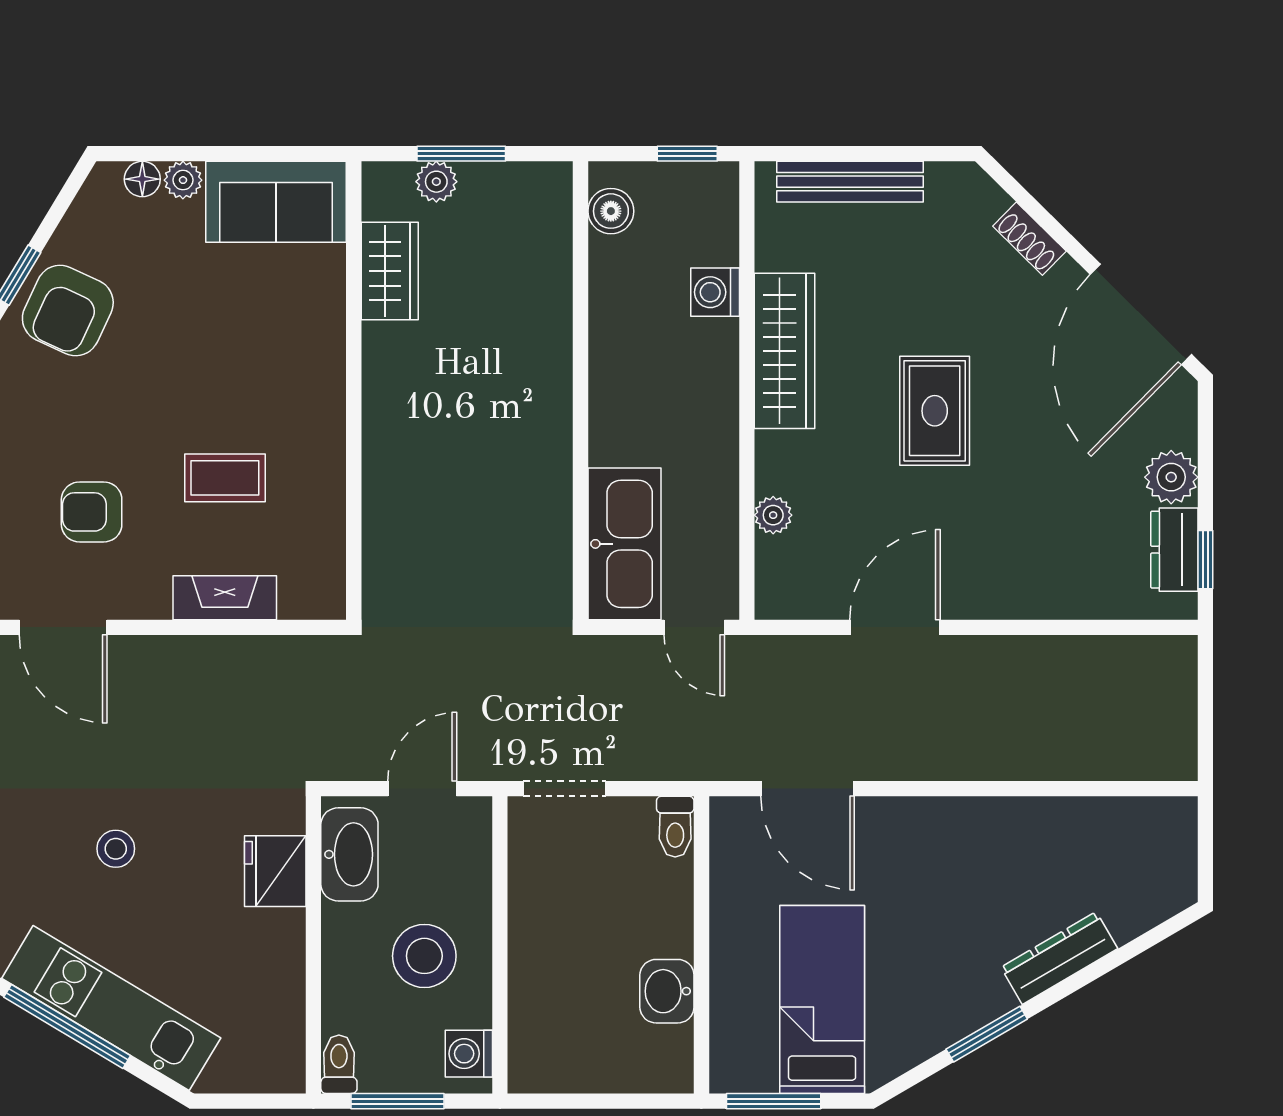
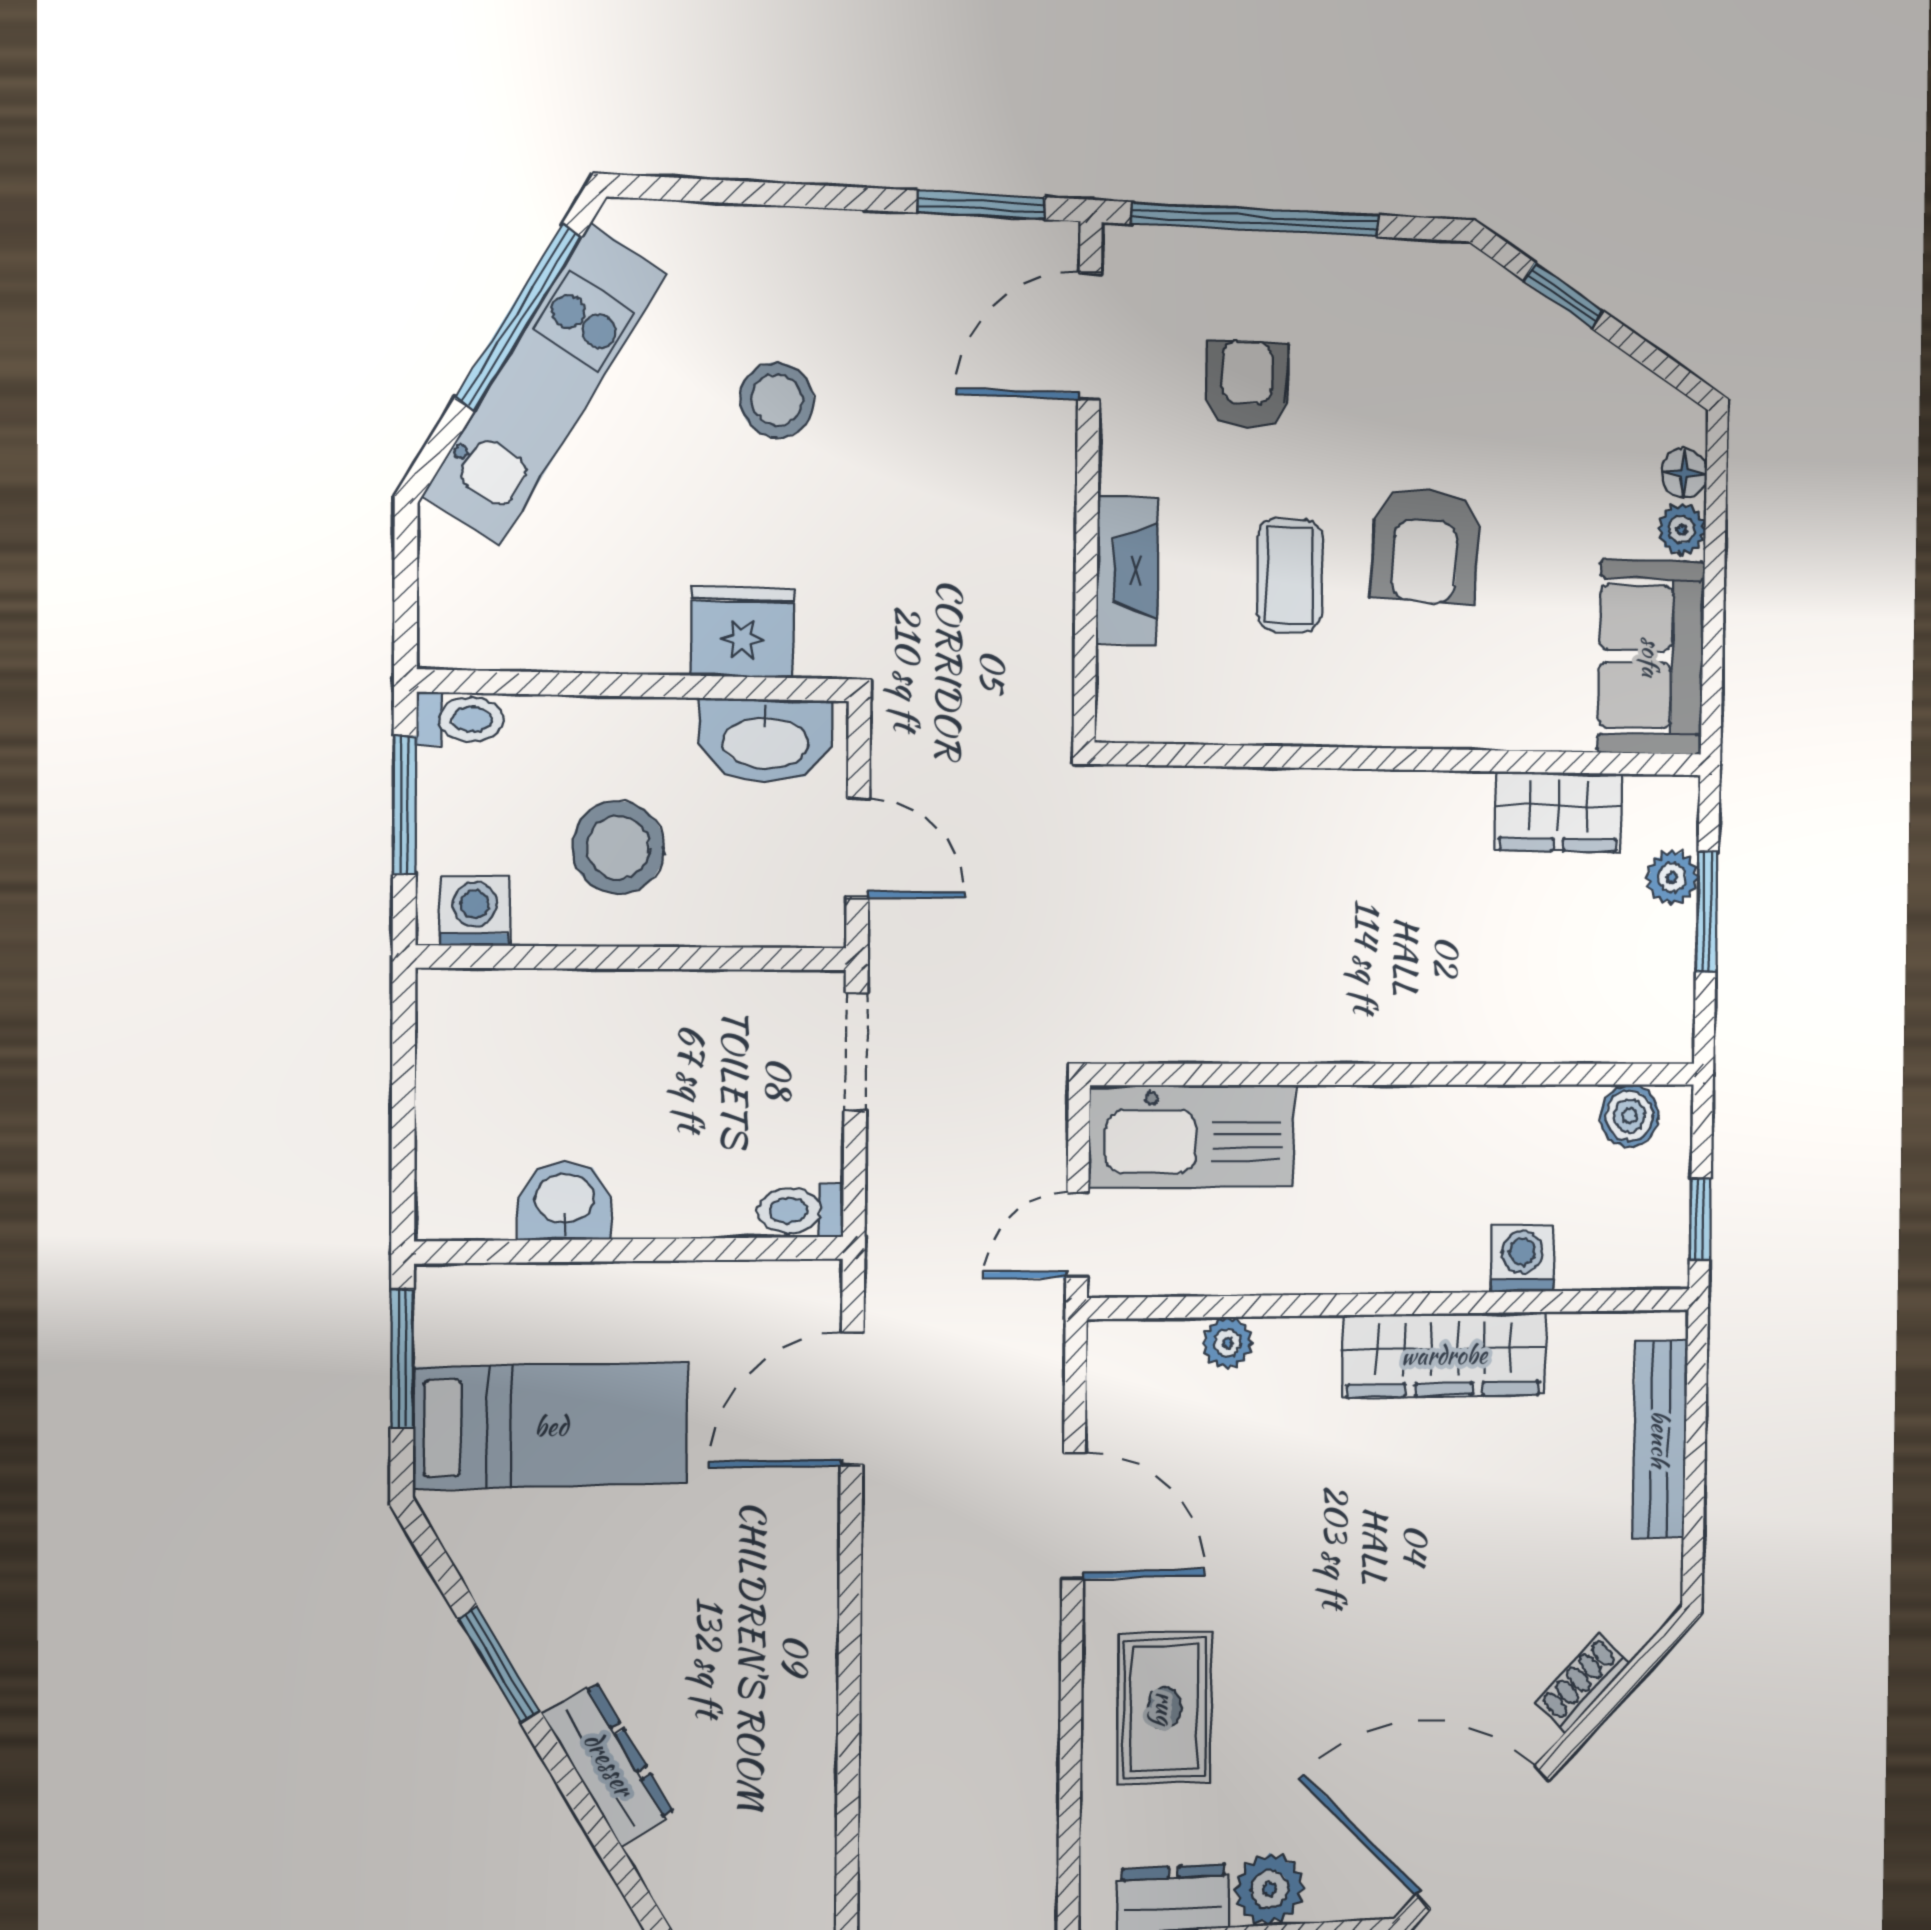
armchair: (68, 310) -> (1426, 546), moved, turned -112
rug: (935, 411) -> (1165, 1708), moved, turned 90
stool: (116, 849) -> (777, 400), width x1.37, depth x1.37

